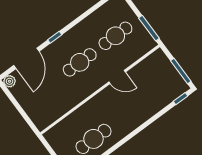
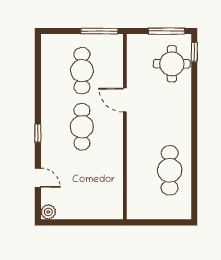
door: (26, 58) -> (38, 178), width x0.53
door: (117, 77) -> (125, 100), swing flipped
round table: (162, 90) -> (172, 64), added

